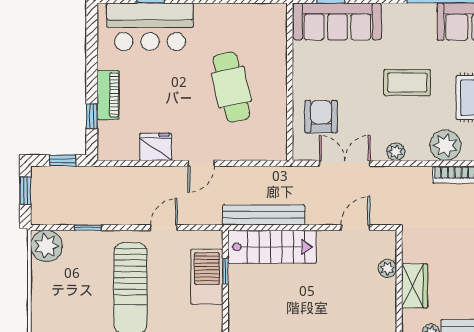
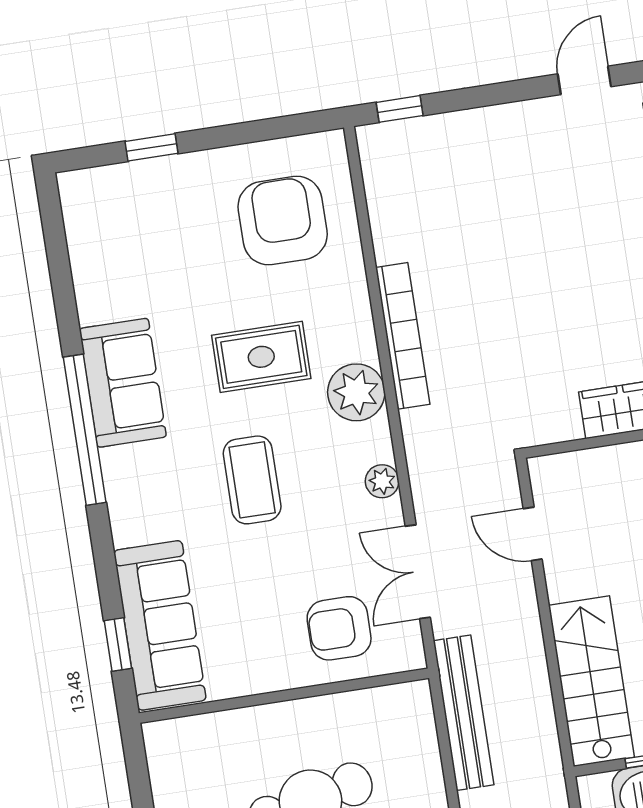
bench: (264, 215) -> (464, 713), moved
plant: (387, 268) -> (598, 464), removed

